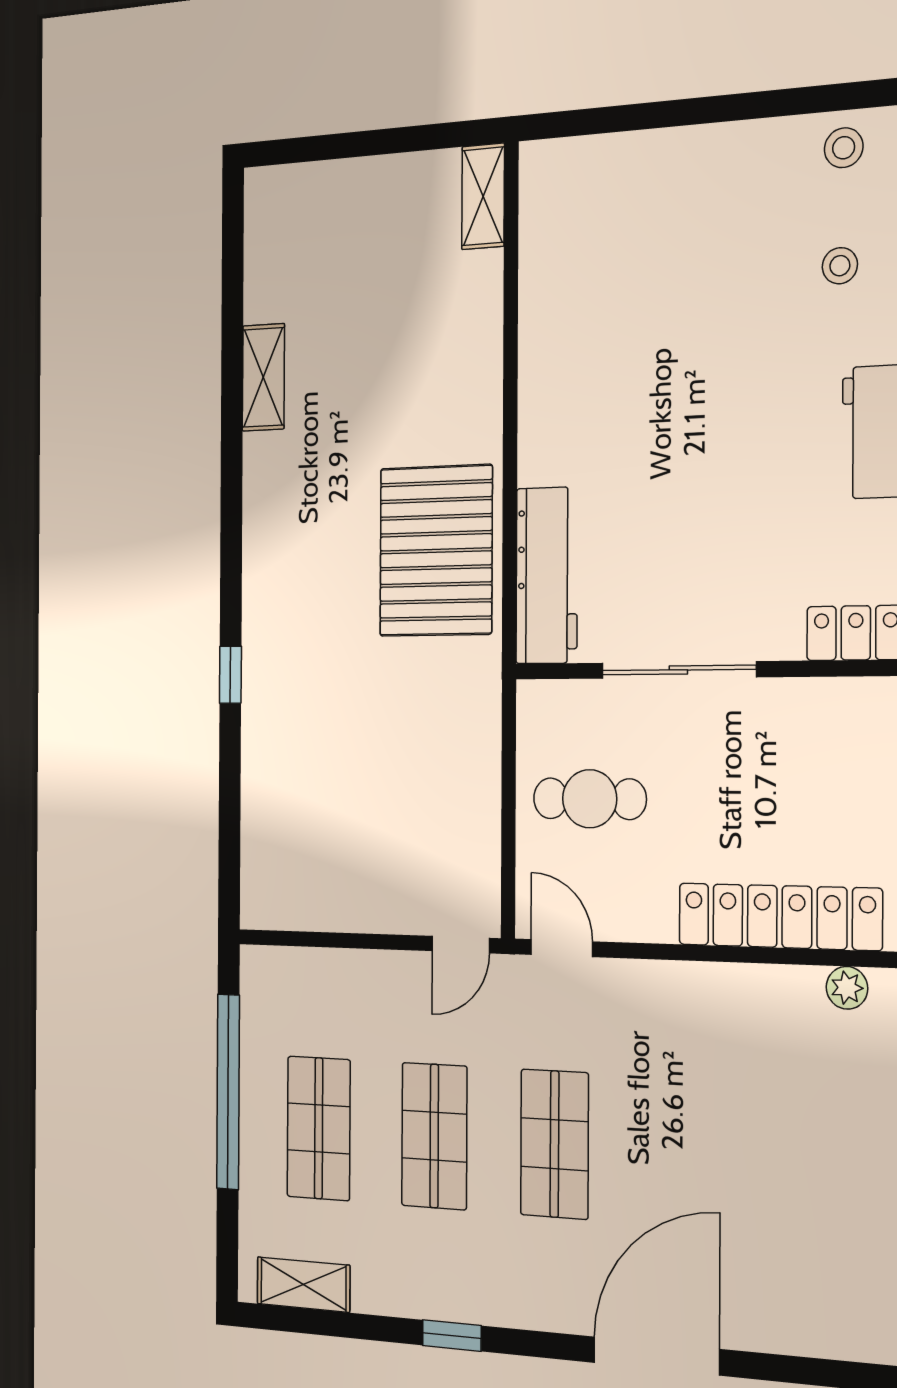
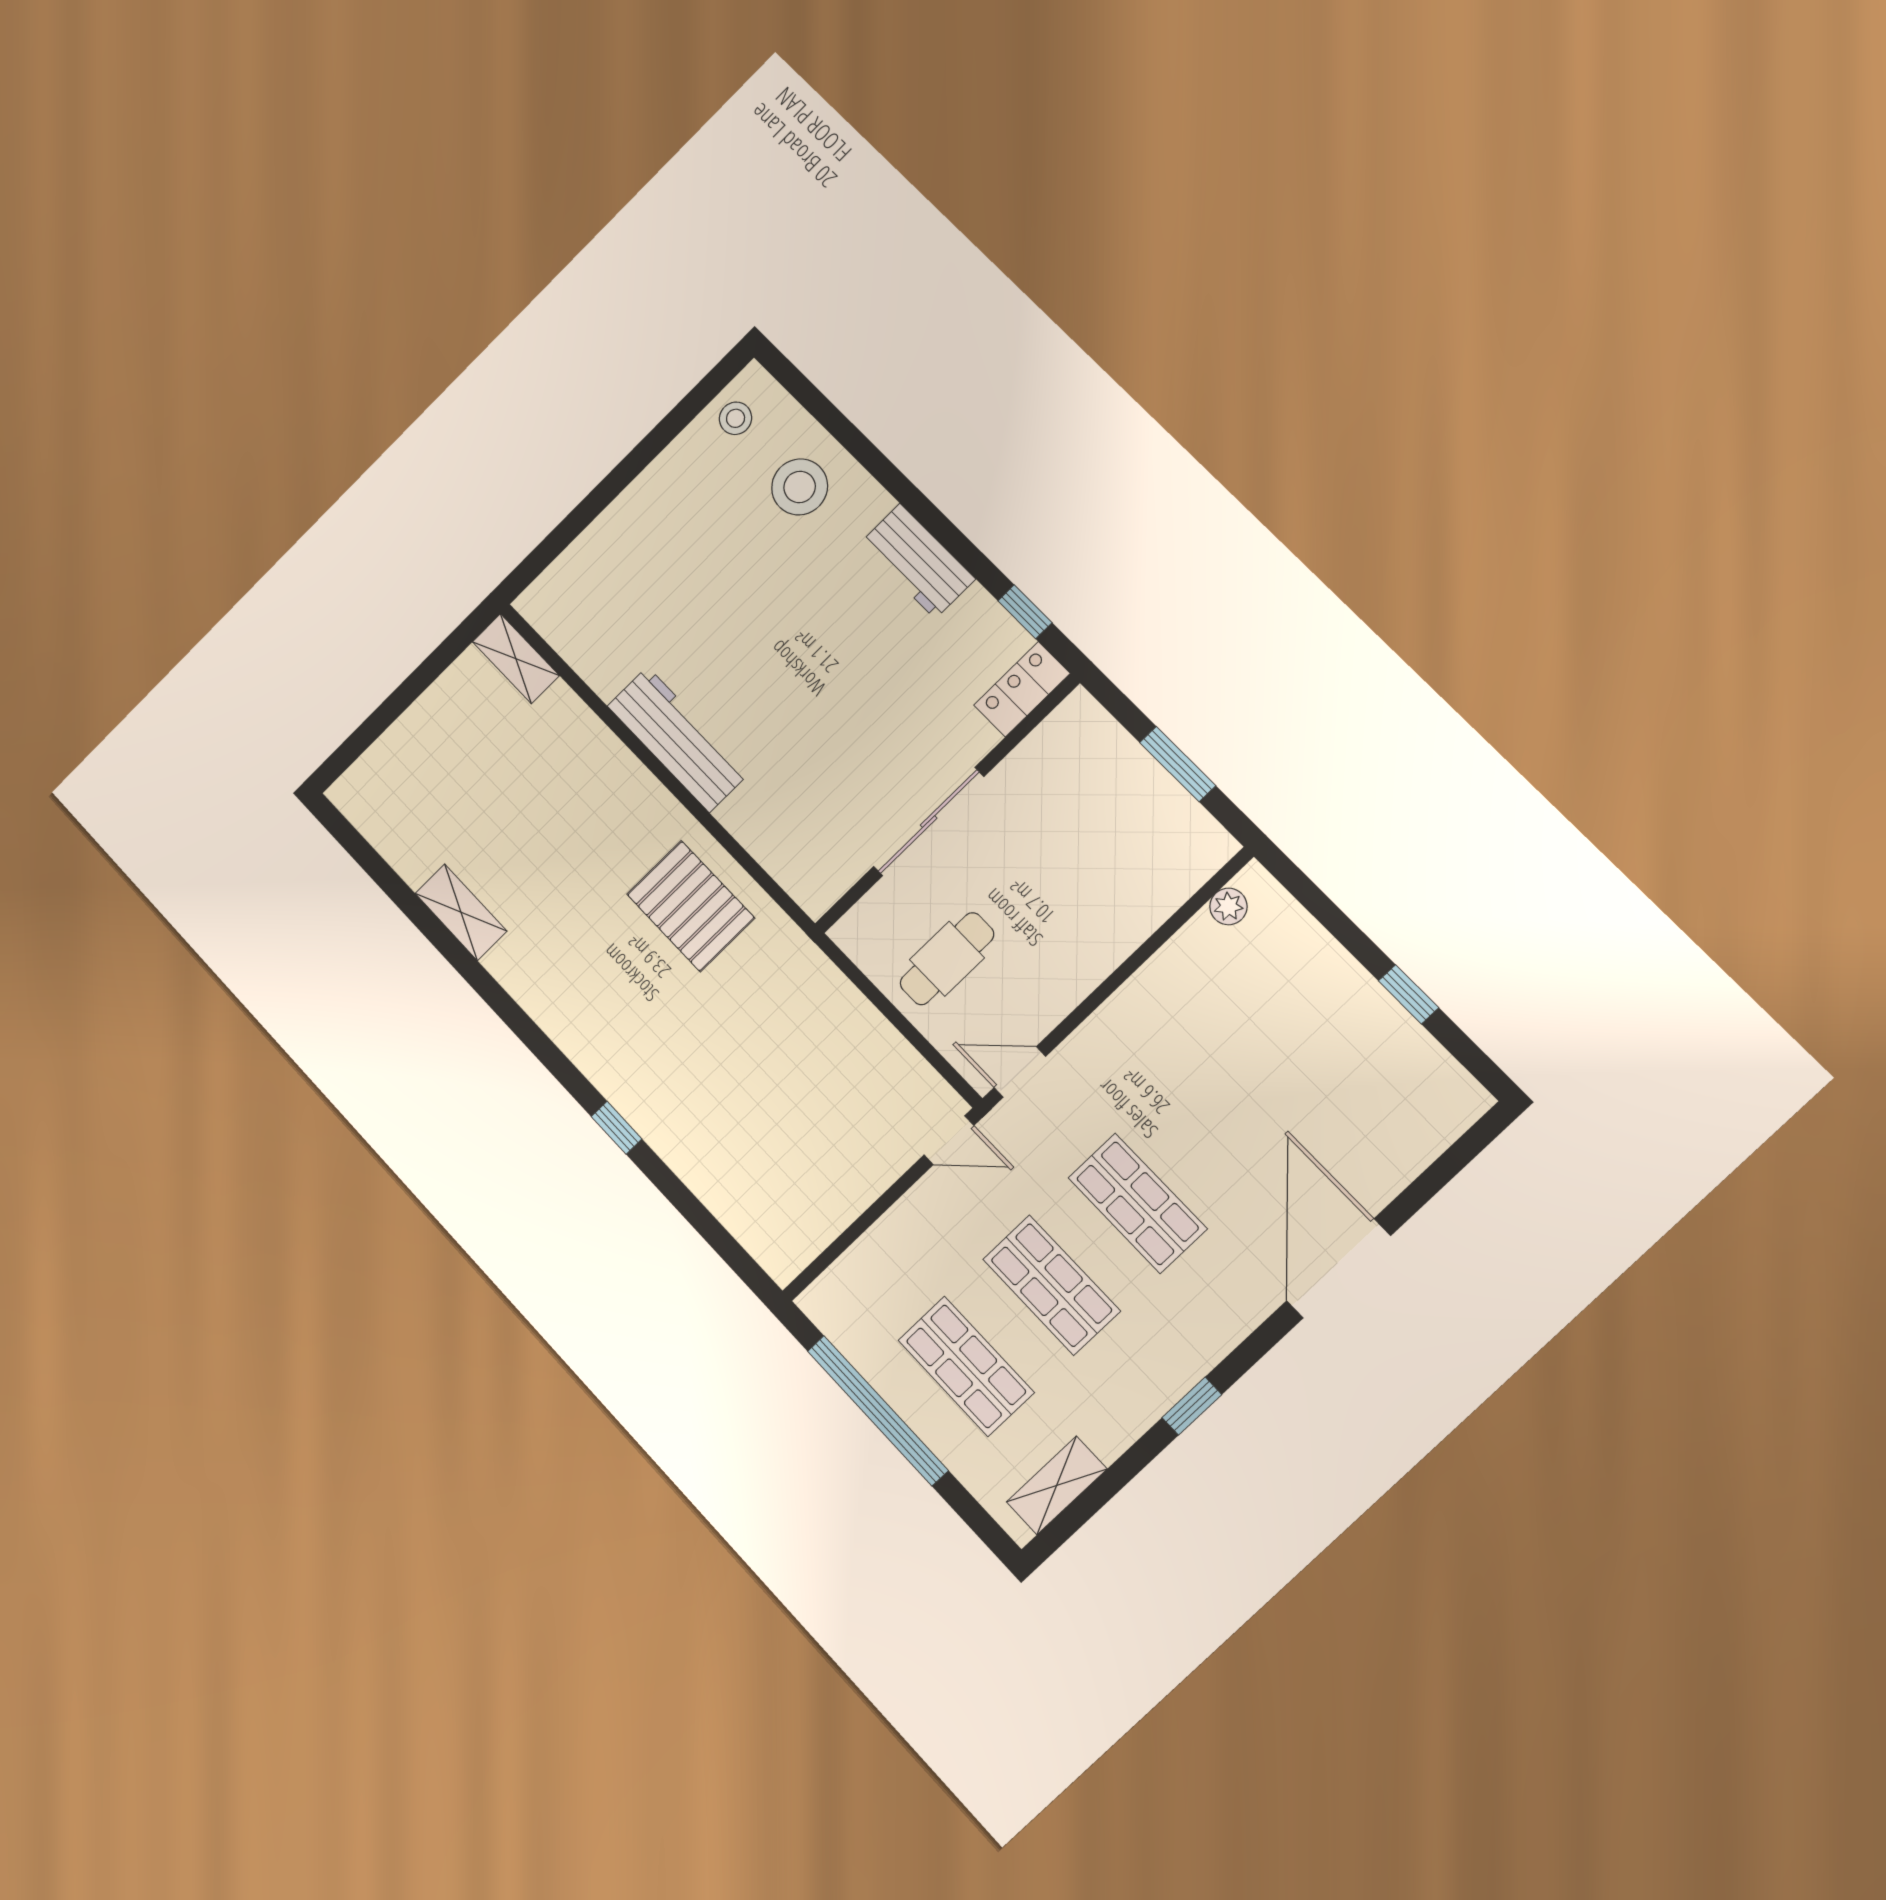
stool: (840, 266) -> (800, 487), width x1.89, depth x1.89
pallet: (436, 551) -> (691, 906), width x0.73, depth x0.71
workbench: (547, 575) -> (678, 739), moved
locker: (779, 917) -> (1143, 907), removed
door: (461, 945) -> (949, 1140), hinge flipped

